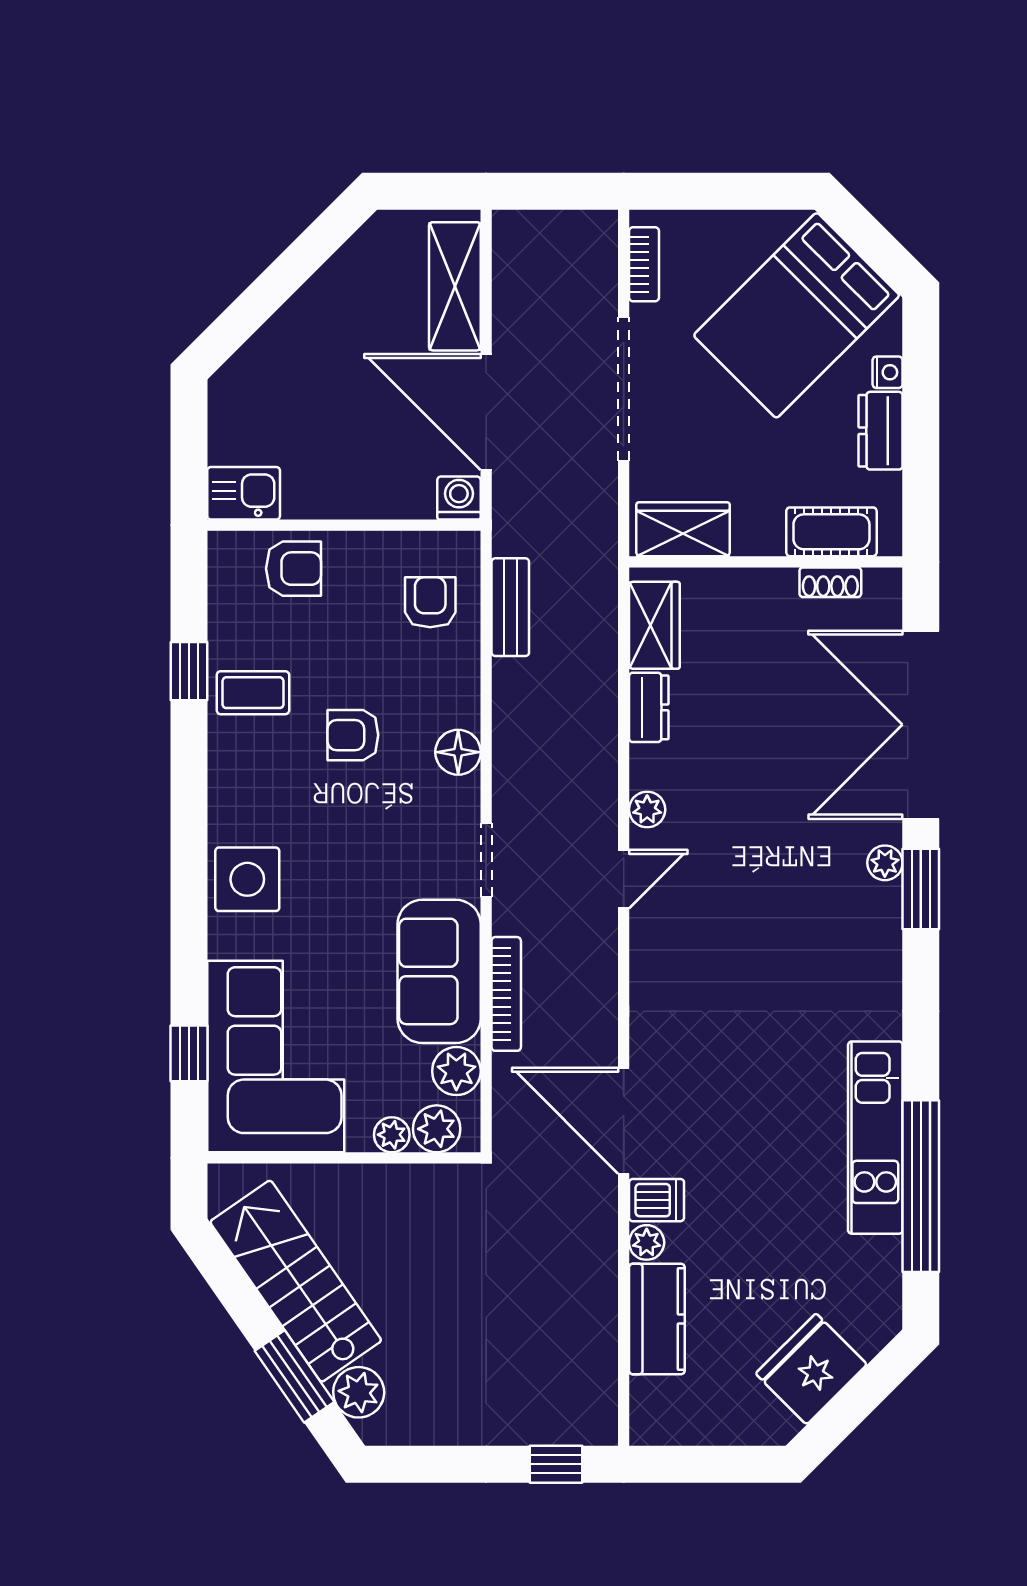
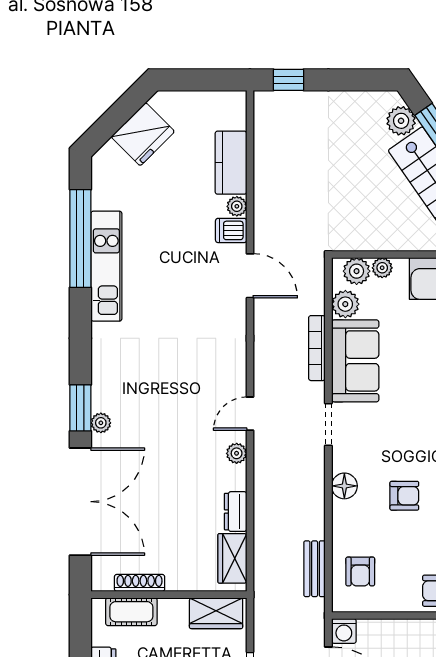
shoe rack: (830, 582) -> (140, 583), width x1.43
door: (624, 1121) -> (250, 276), width x0.73

